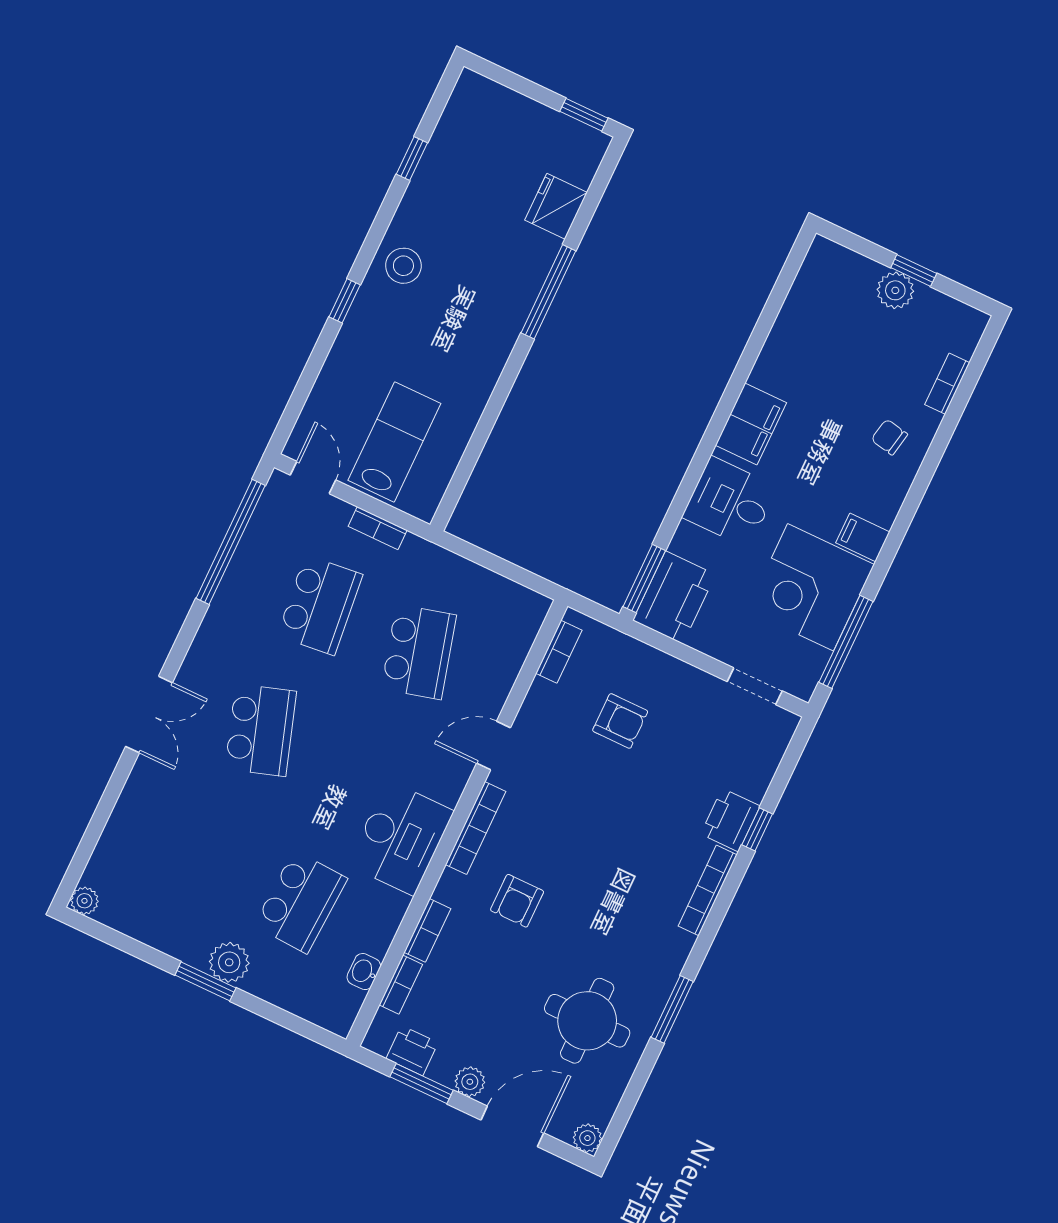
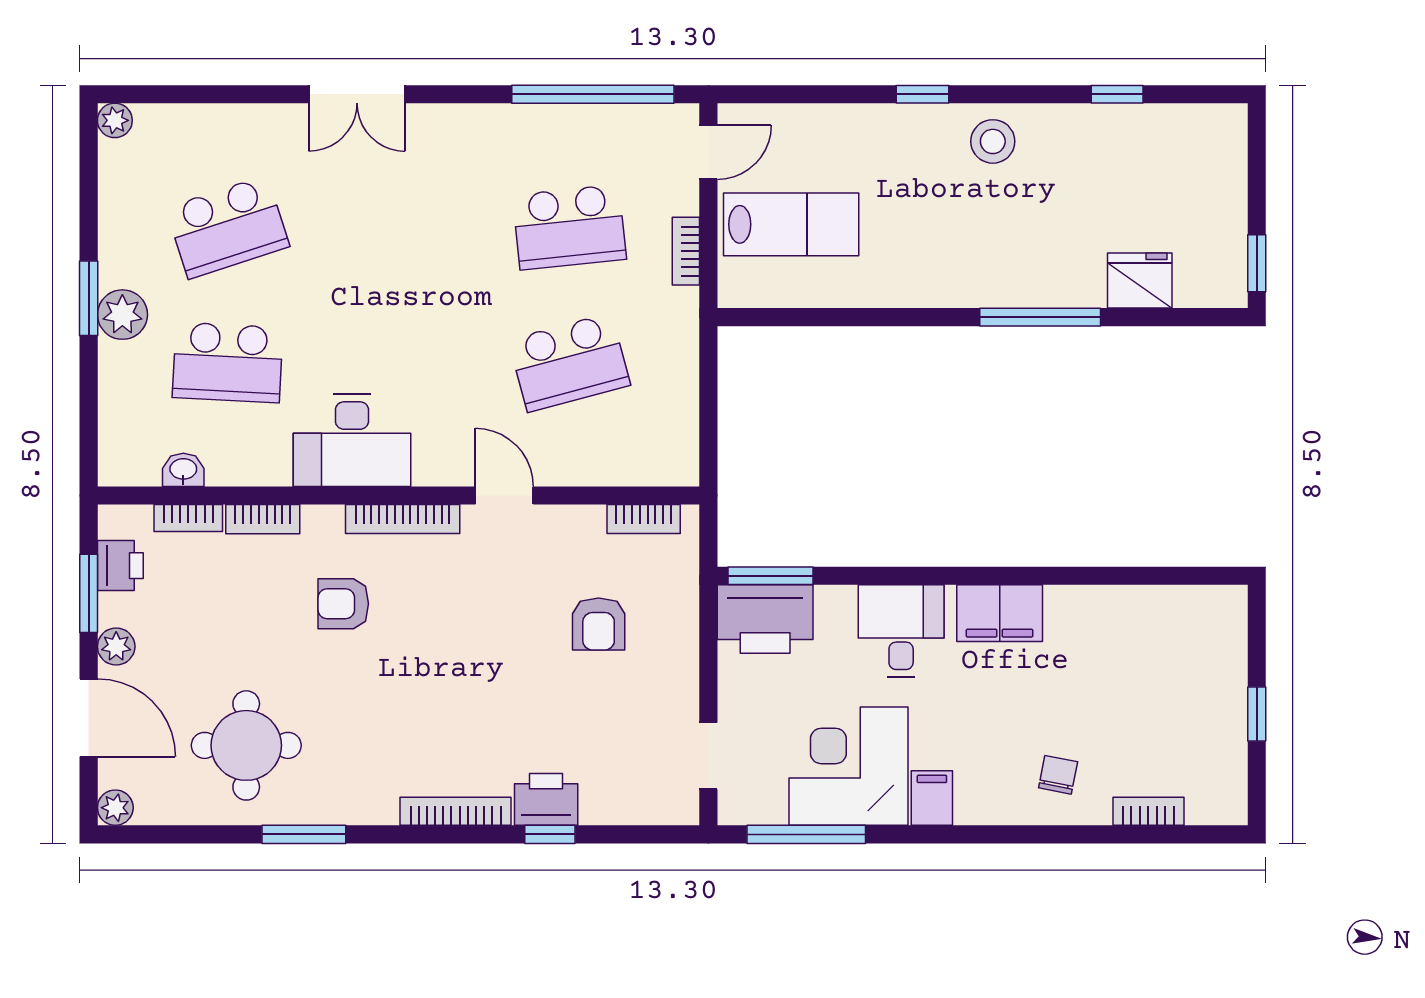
plant: (895, 290) -> (1225, 704), removed
school desk: (261, 730) -> (228, 227), moved

